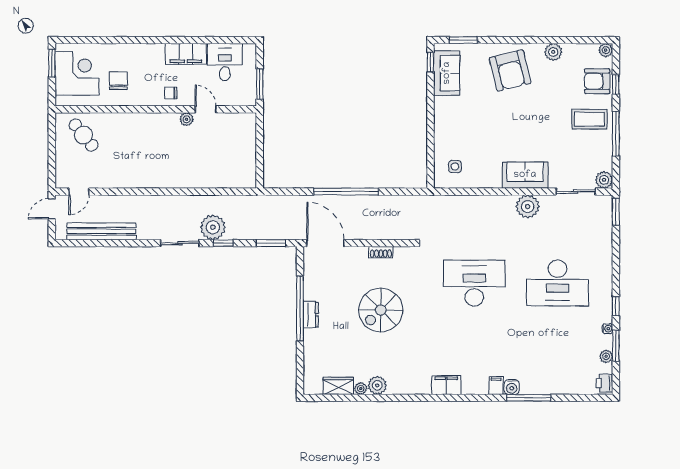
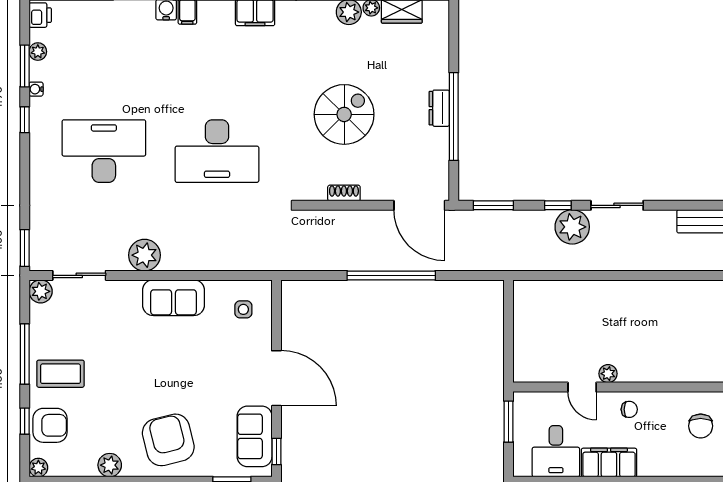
door: (430, 116) -> (276, 378), added
sofa: (525, 175) -> (173, 298), moved

